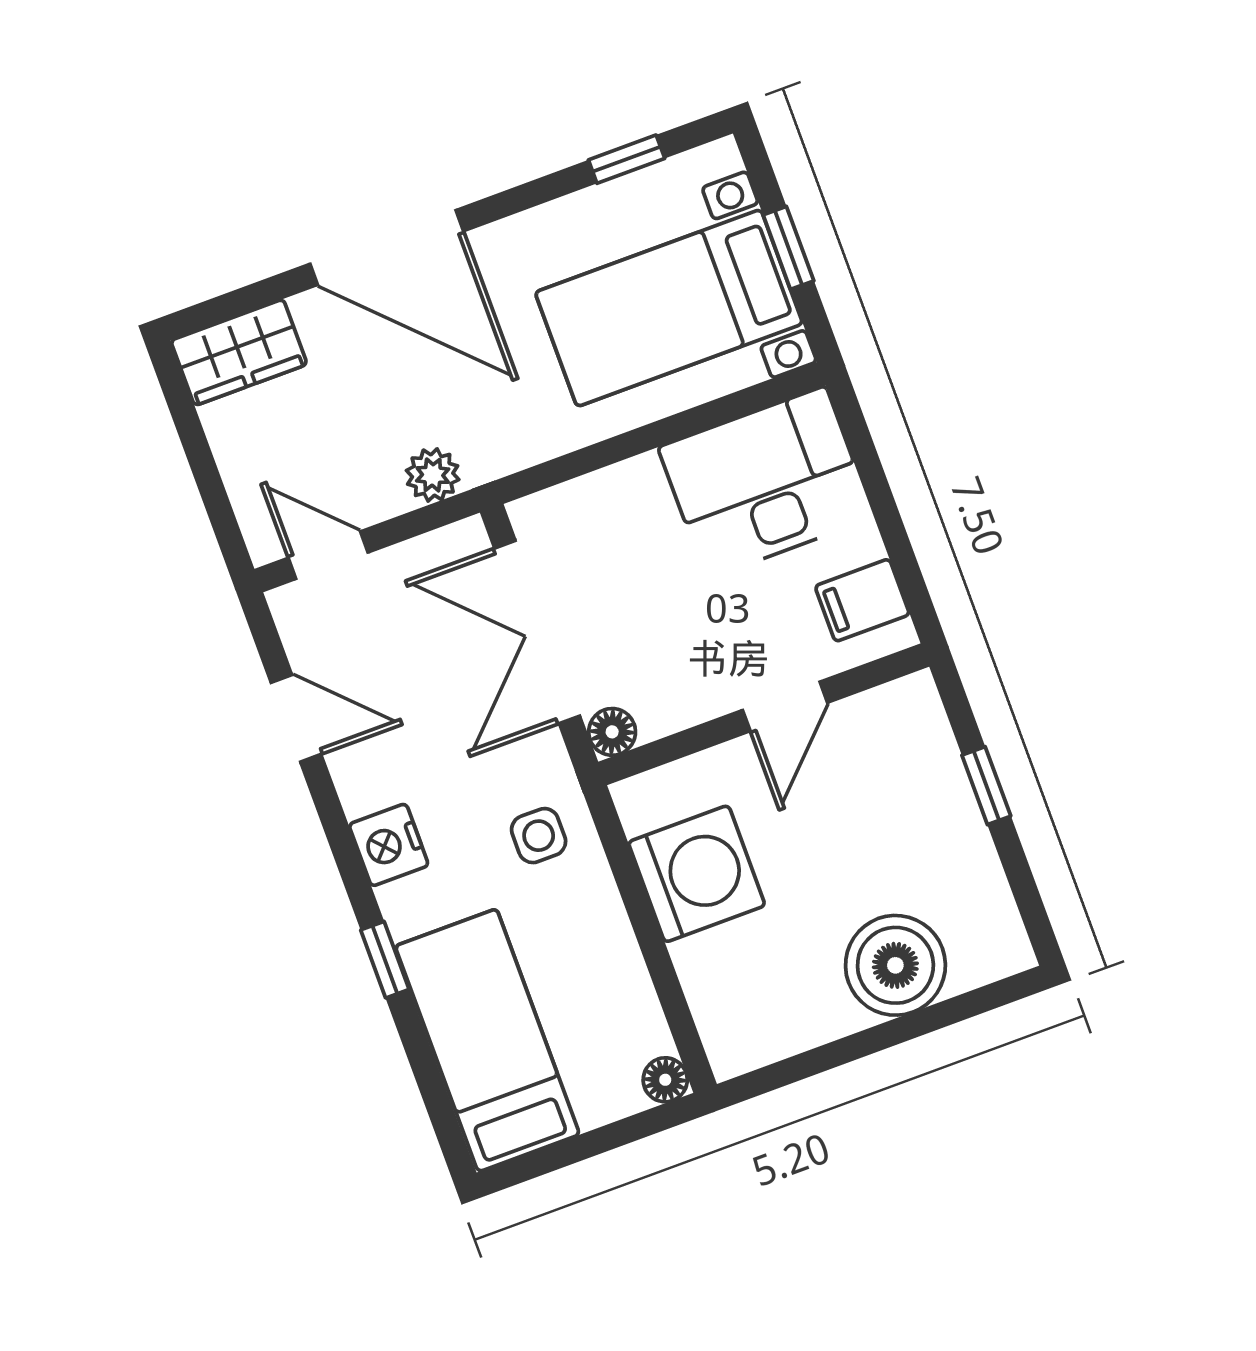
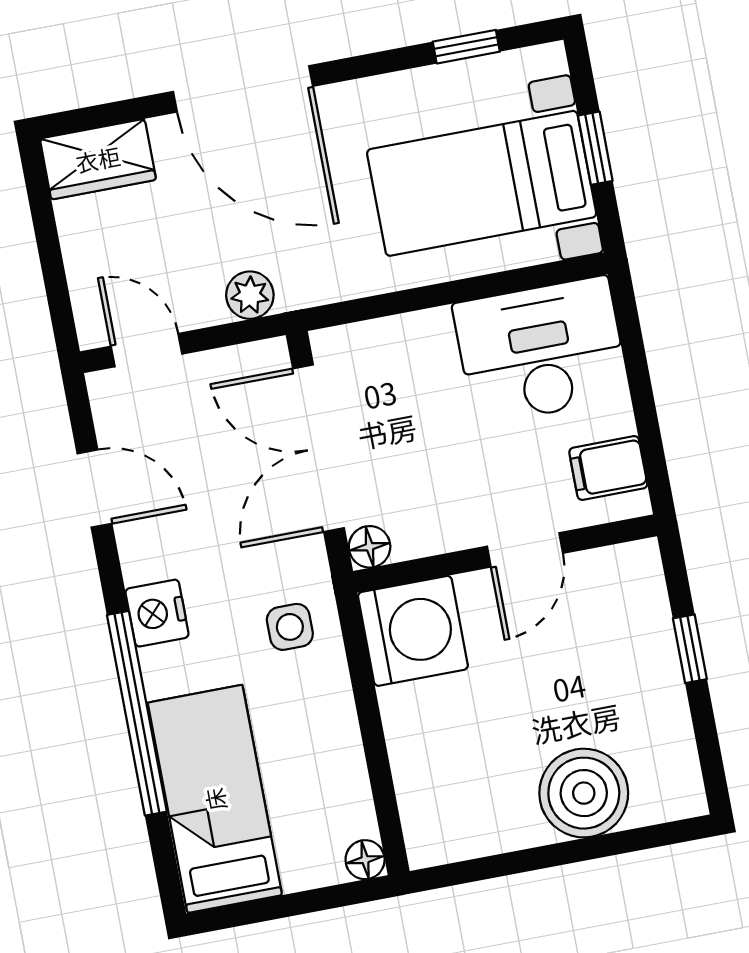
washing machine: (697, 874) -> (413, 631), moved
window: (385, 960) -> (137, 713), width x3.17

